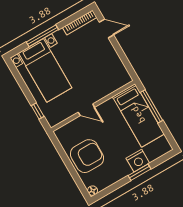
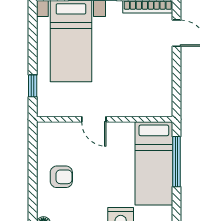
armchair: (87, 156) -> (61, 177), width x0.53, depth x0.53

